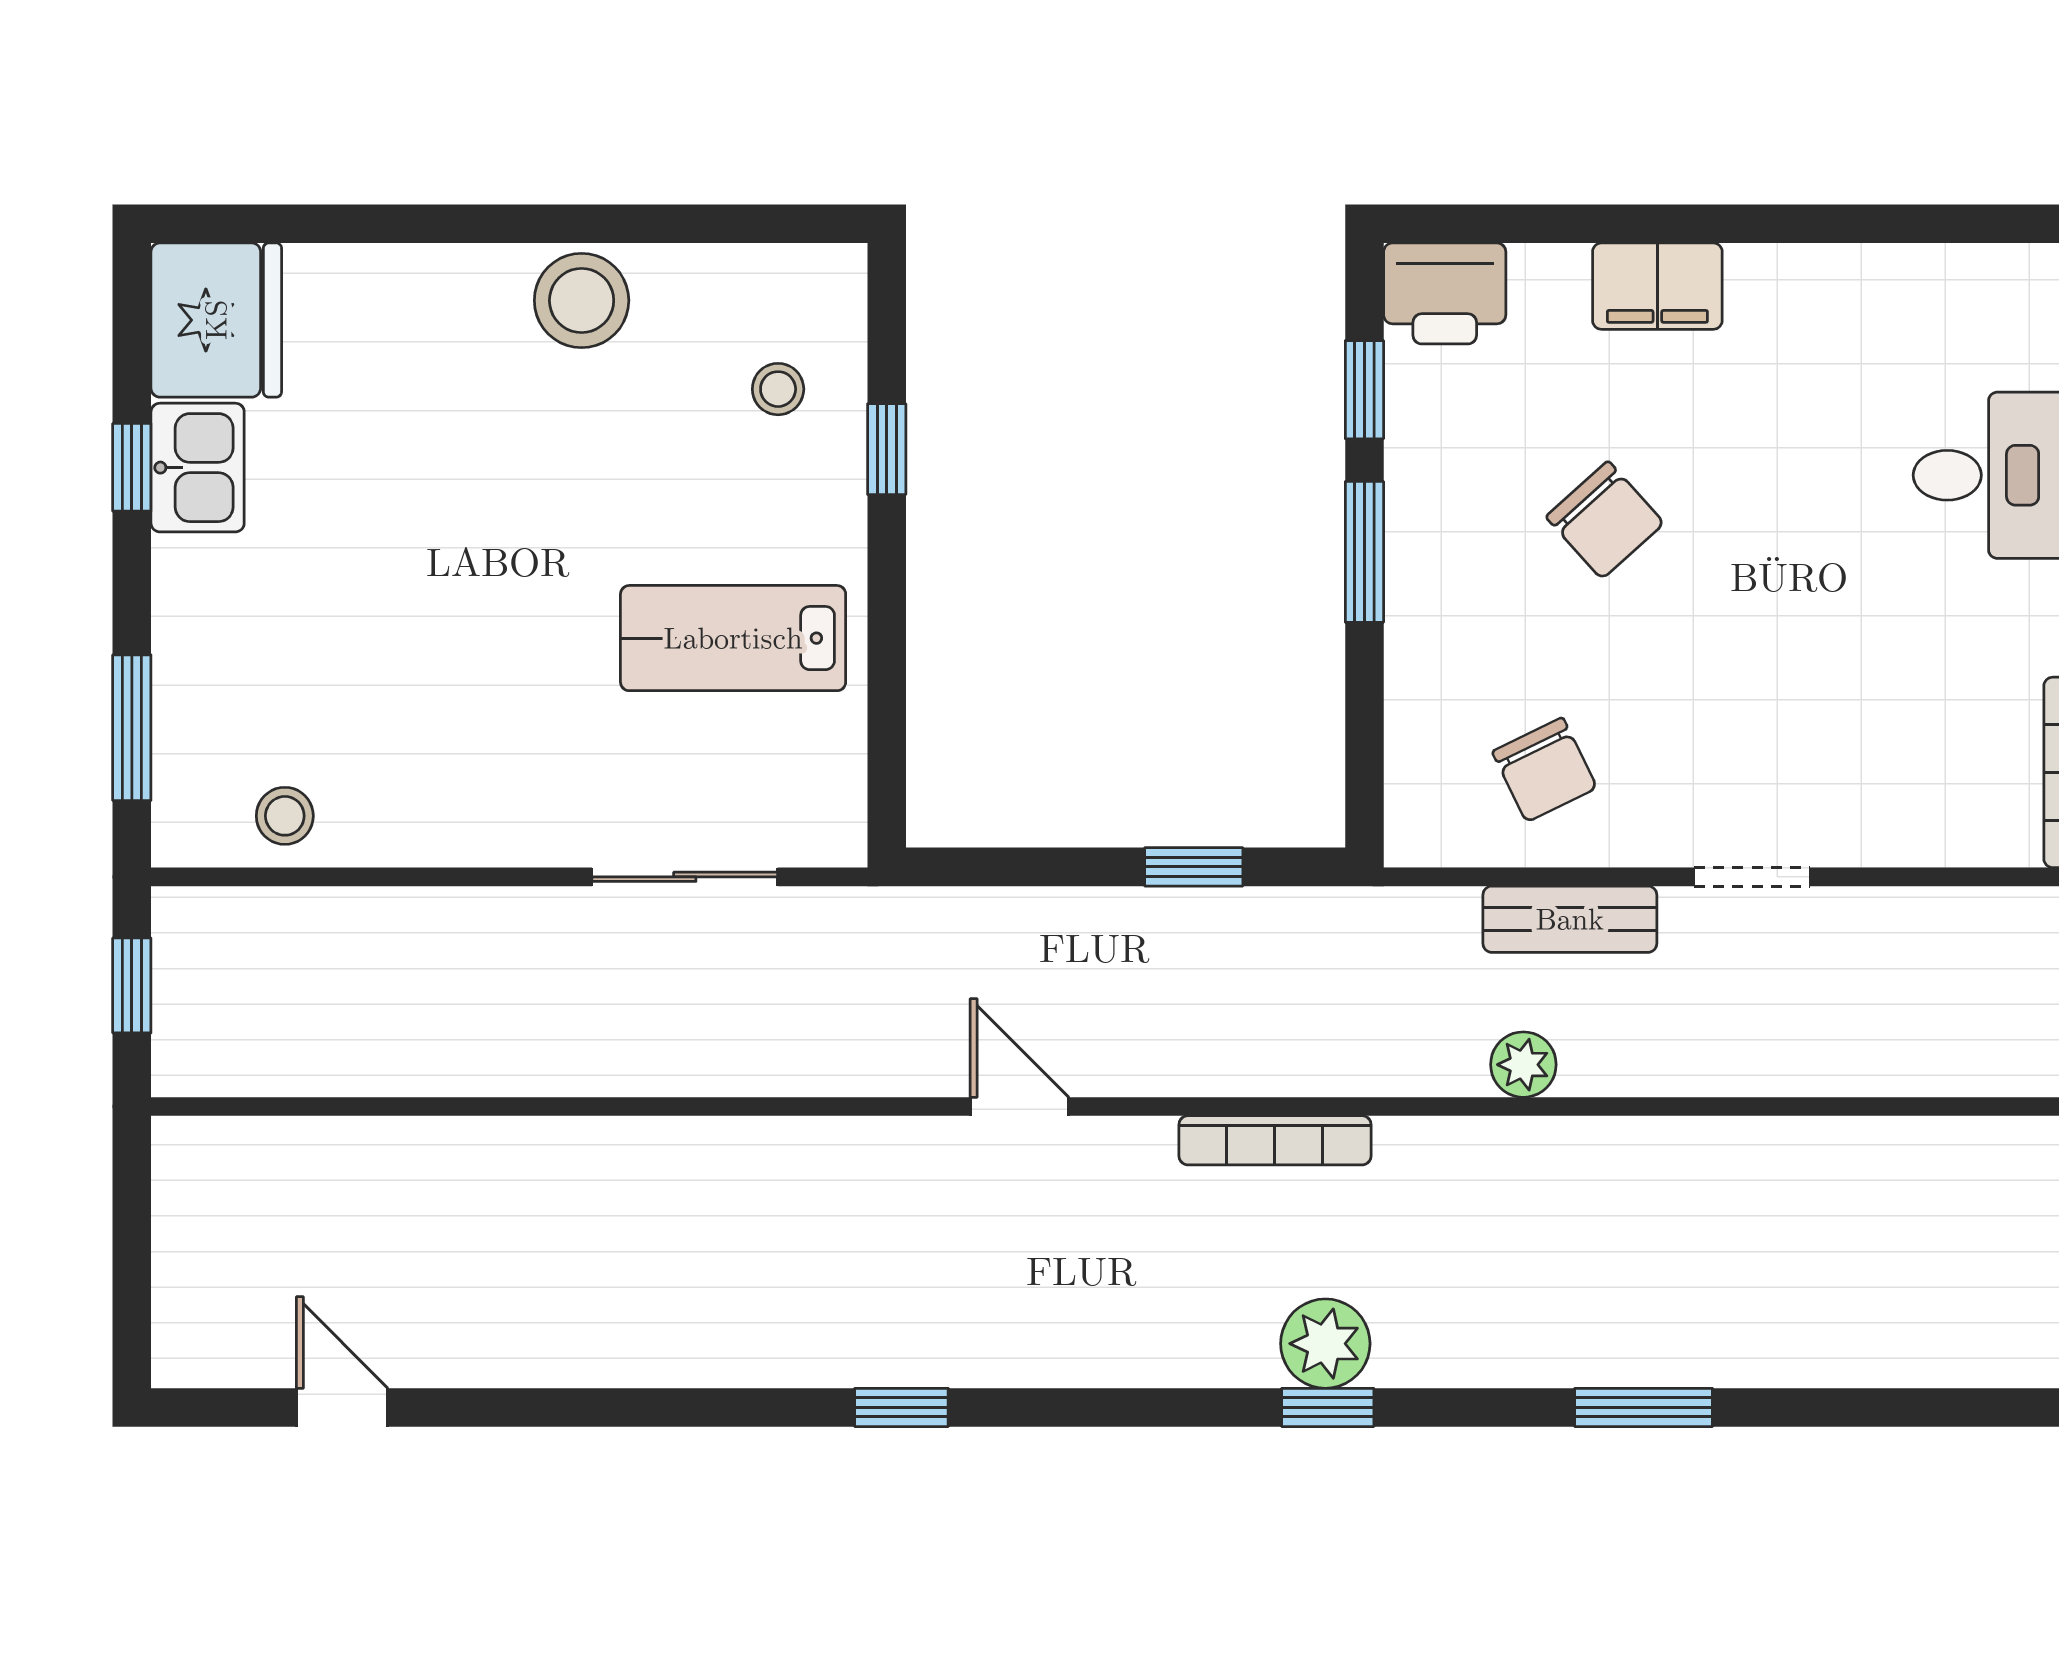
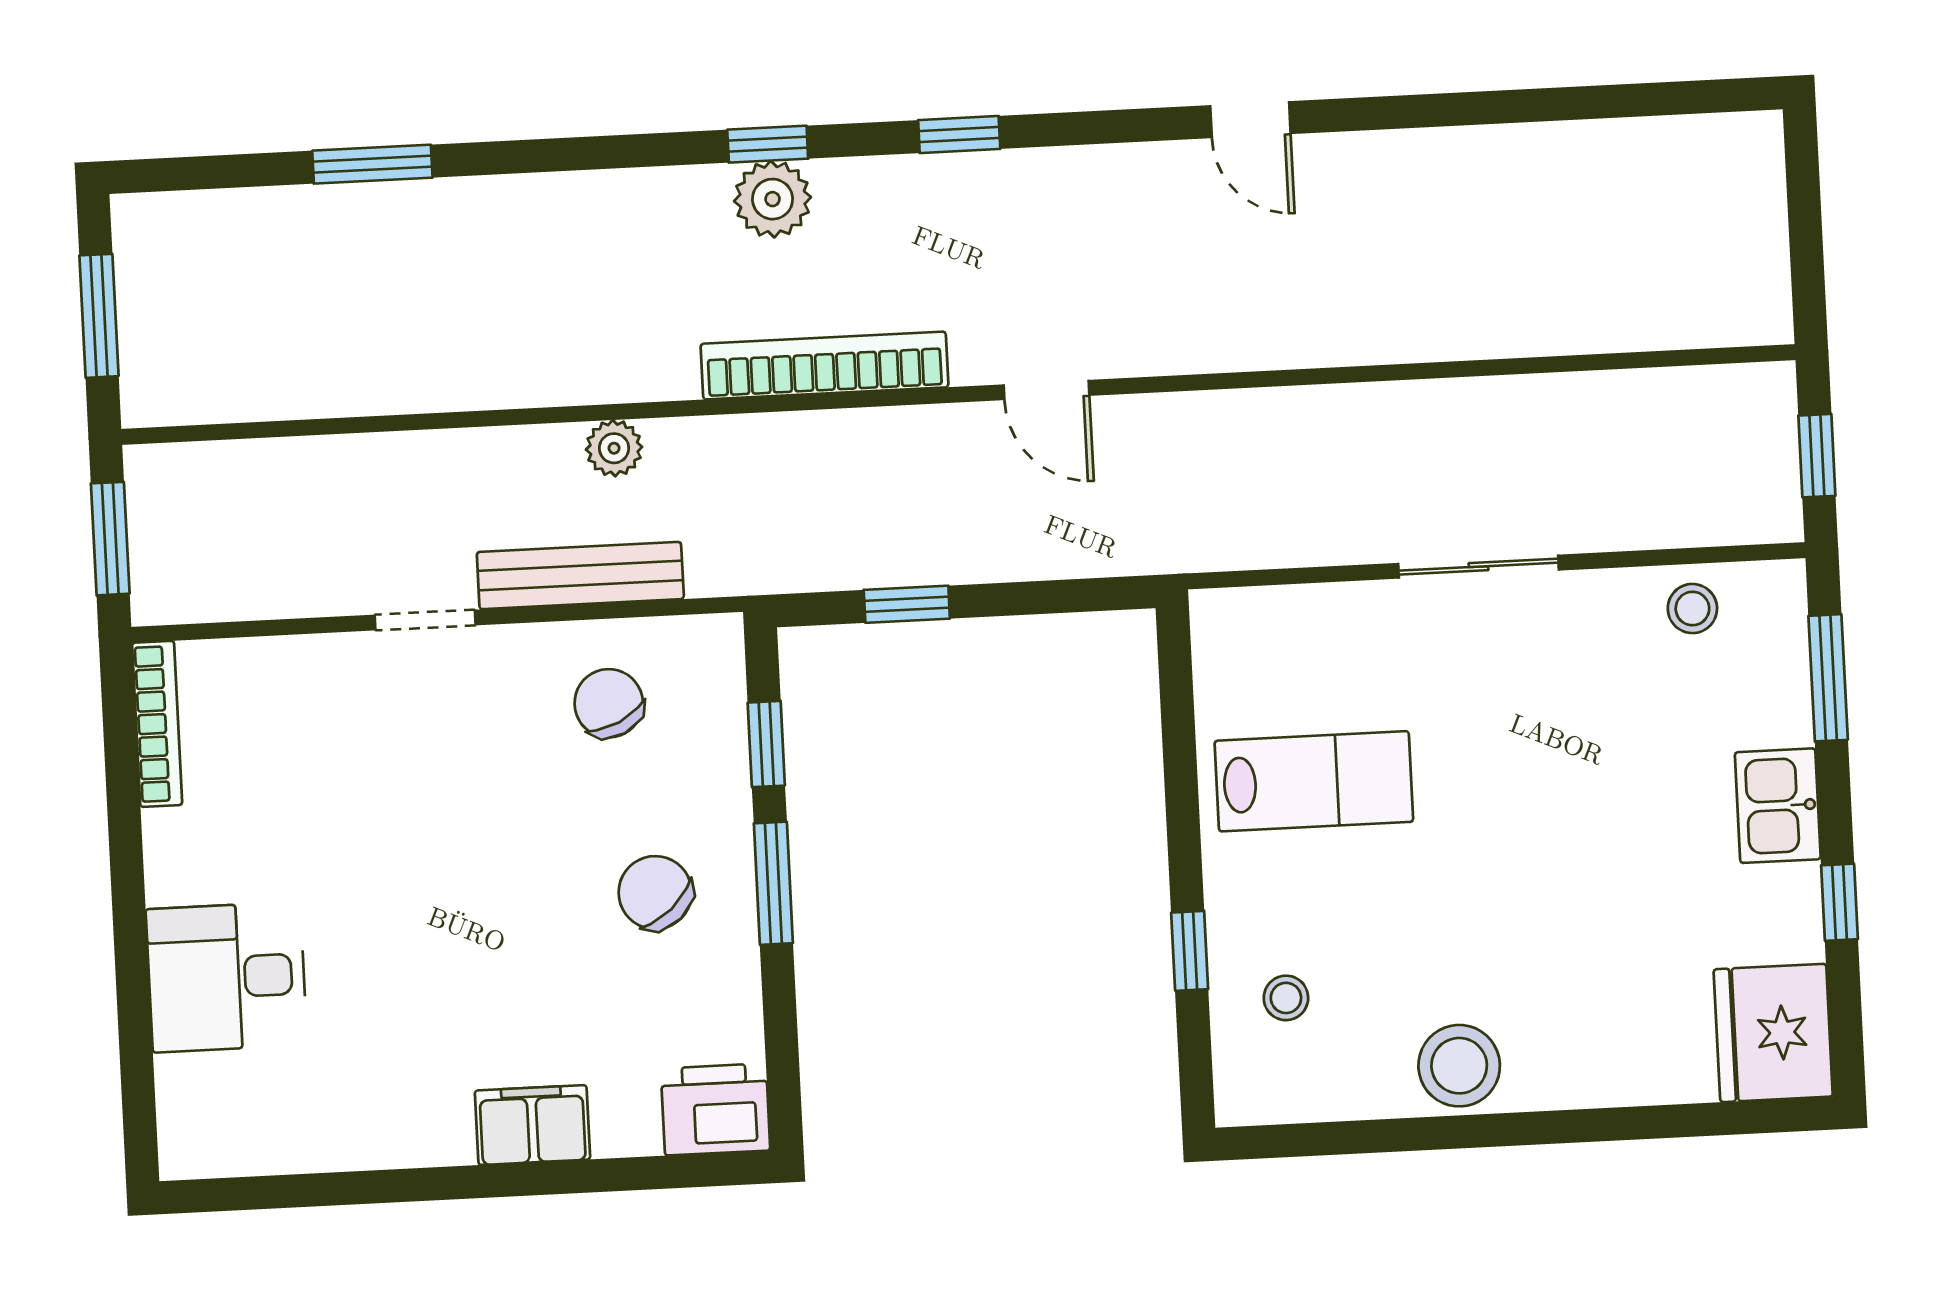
window: (1364, 390) -> (766, 744), moved
kitchen sink: (198, 468) -> (1778, 806), moved
chair: (1605, 520) -> (655, 893), moved
sliding door: (685, 877) -> (1479, 567), moved
bench: (1570, 919) -> (580, 576), width x1.36
bookcase: (1275, 1140) -> (824, 365), width x1.48, depth x1.31
door: (342, 1407) -> (1250, 120), moved
window: (901, 1407) -> (959, 134), moved
window: (1644, 1407) -> (372, 164), moved

